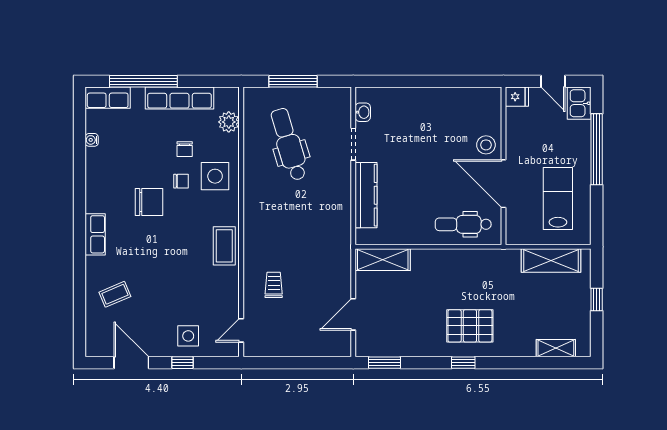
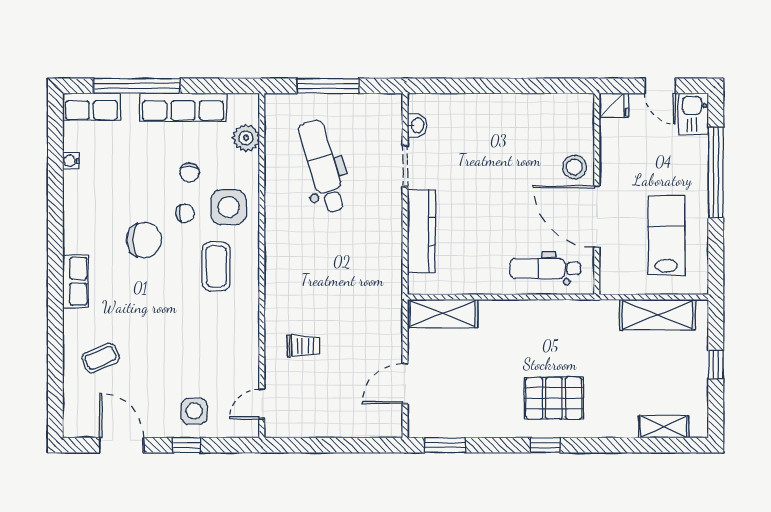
coffee table: (224, 246) -> (216, 266), moved
trolley: (274, 285) -> (303, 346), turned 90

